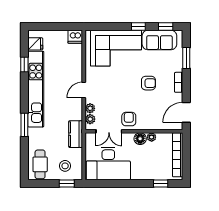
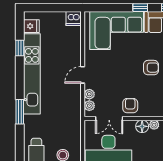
kitchen counter: (76, 134) -> (74, 122), removed

